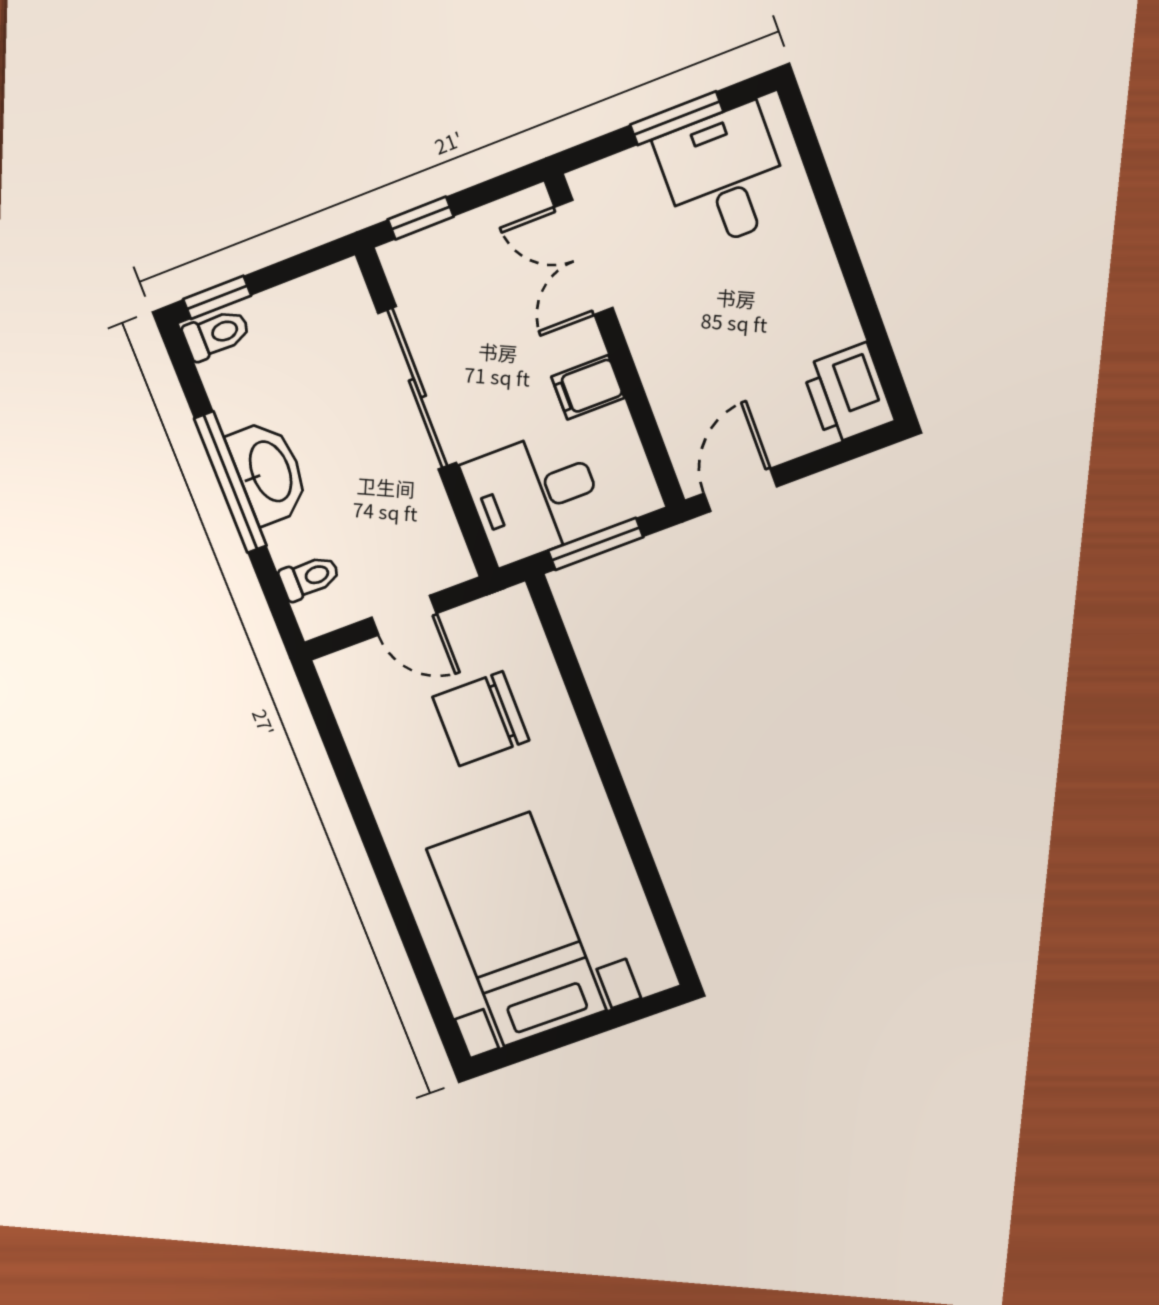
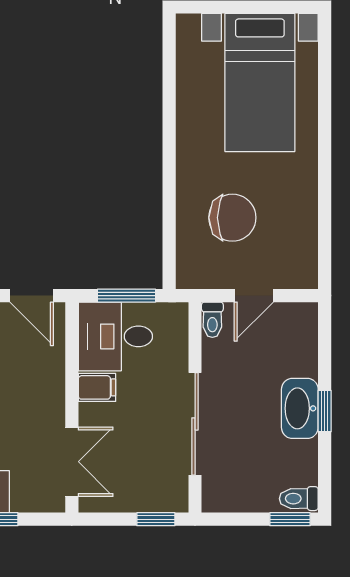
window: (230, 482) -> (325, 411), width x0.46
door: (740, 490) -> (32, 296), hinge flipped
desk: (534, 496) -> (115, 336), moved, turned 180
toilet: (310, 577) -> (212, 320), moved, turned -90
door: (404, 615) -> (254, 296), swing flipped

